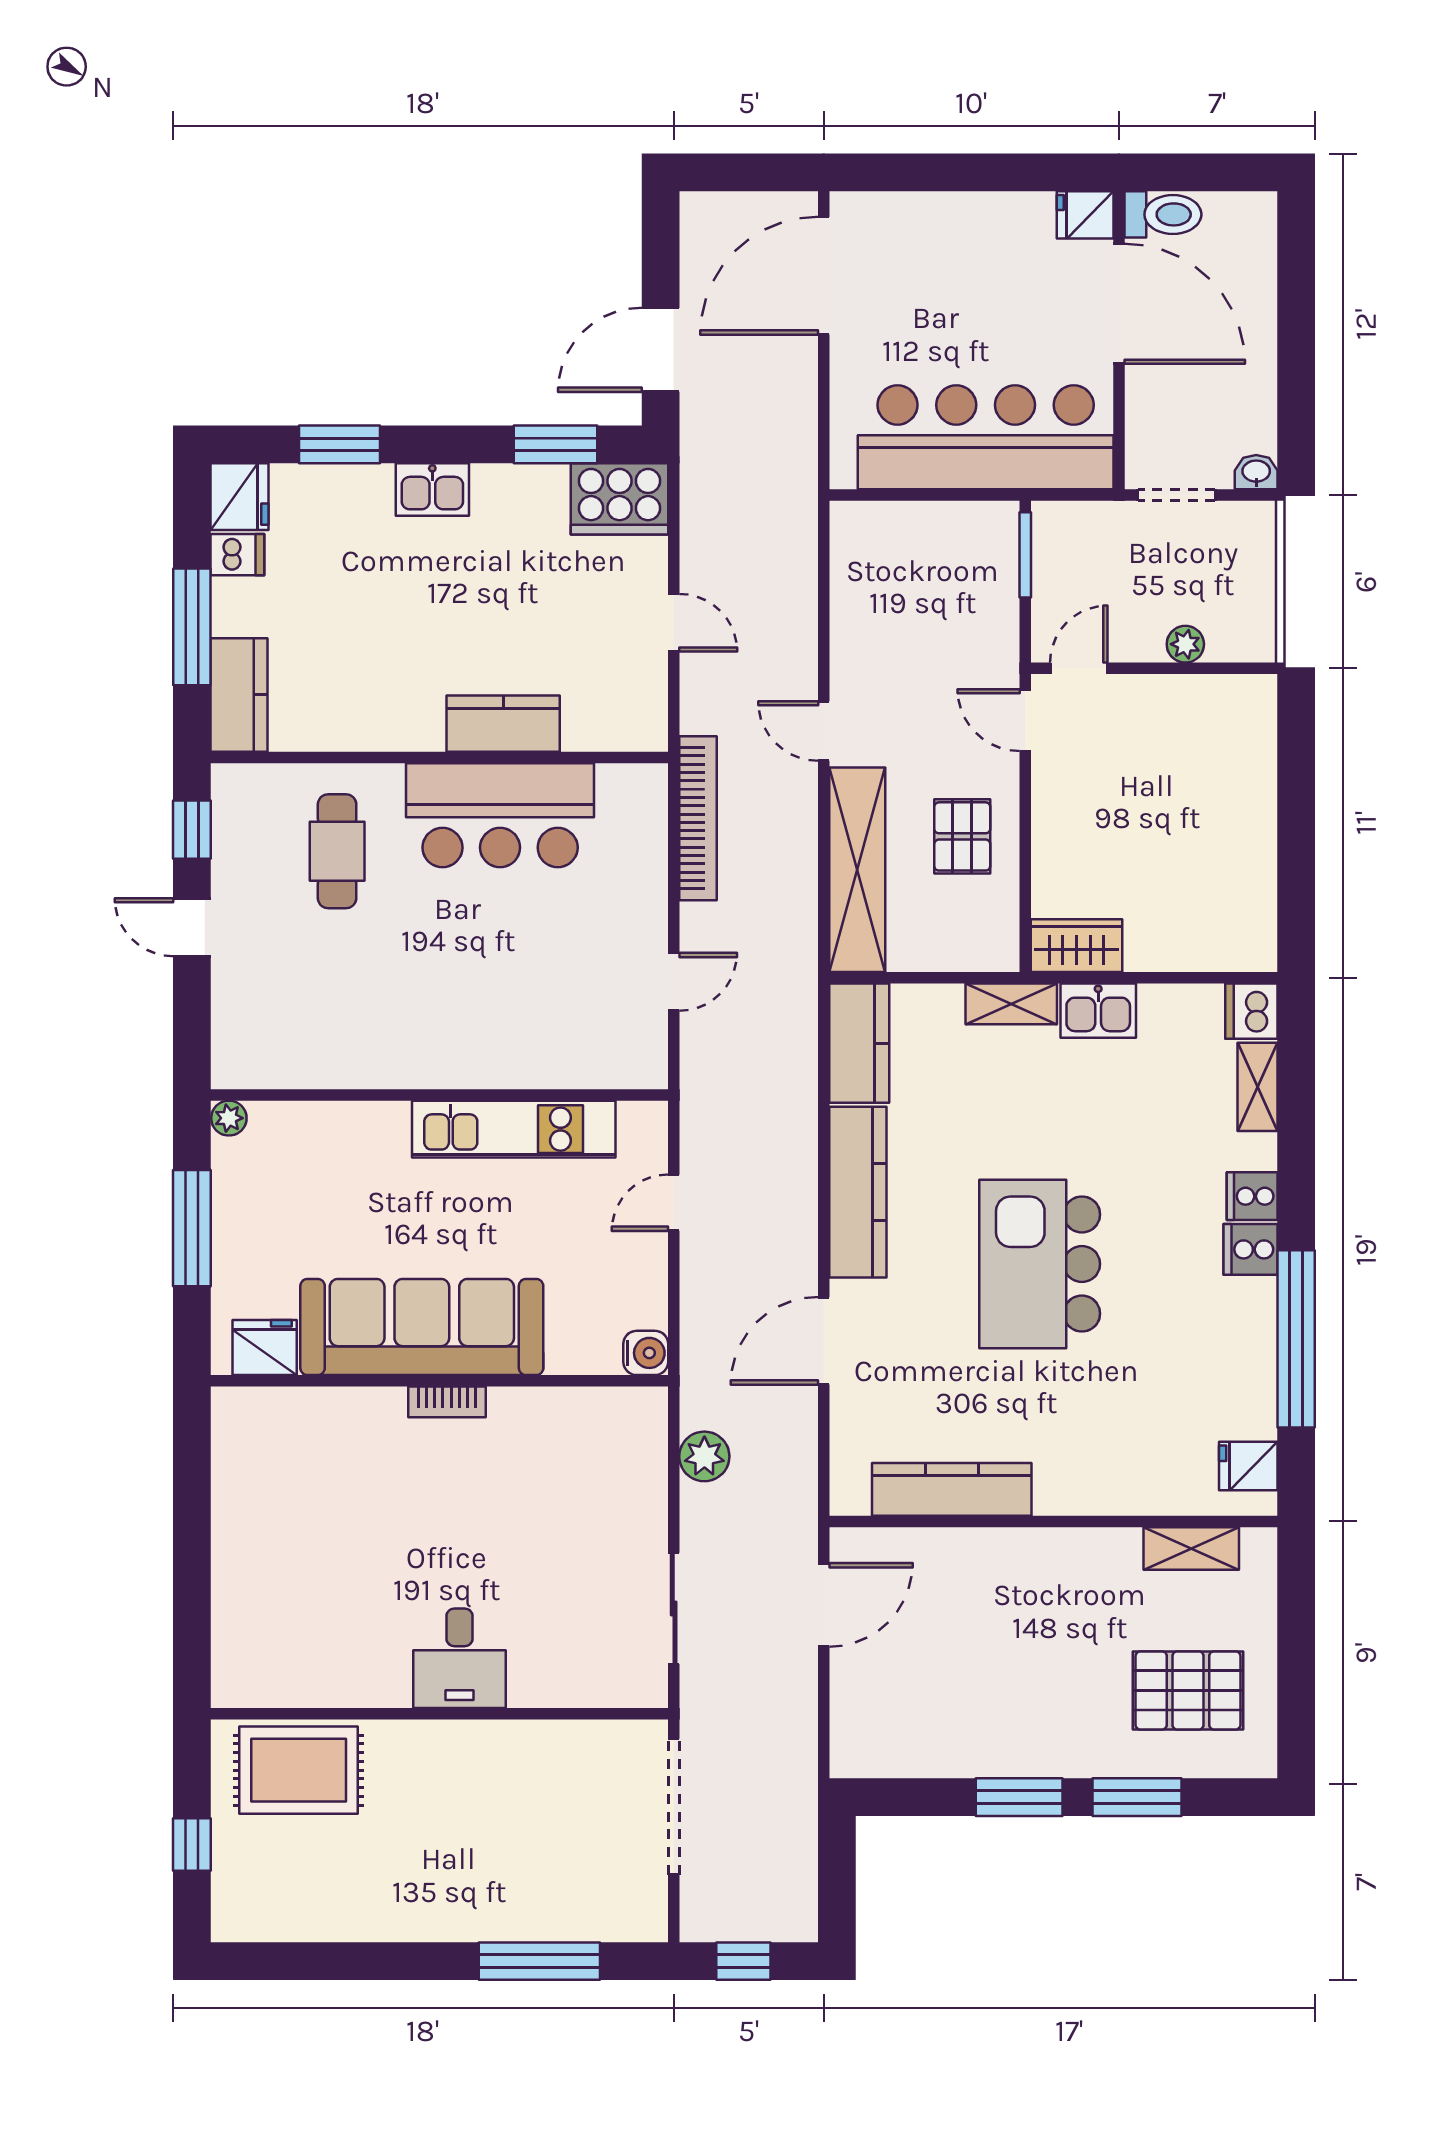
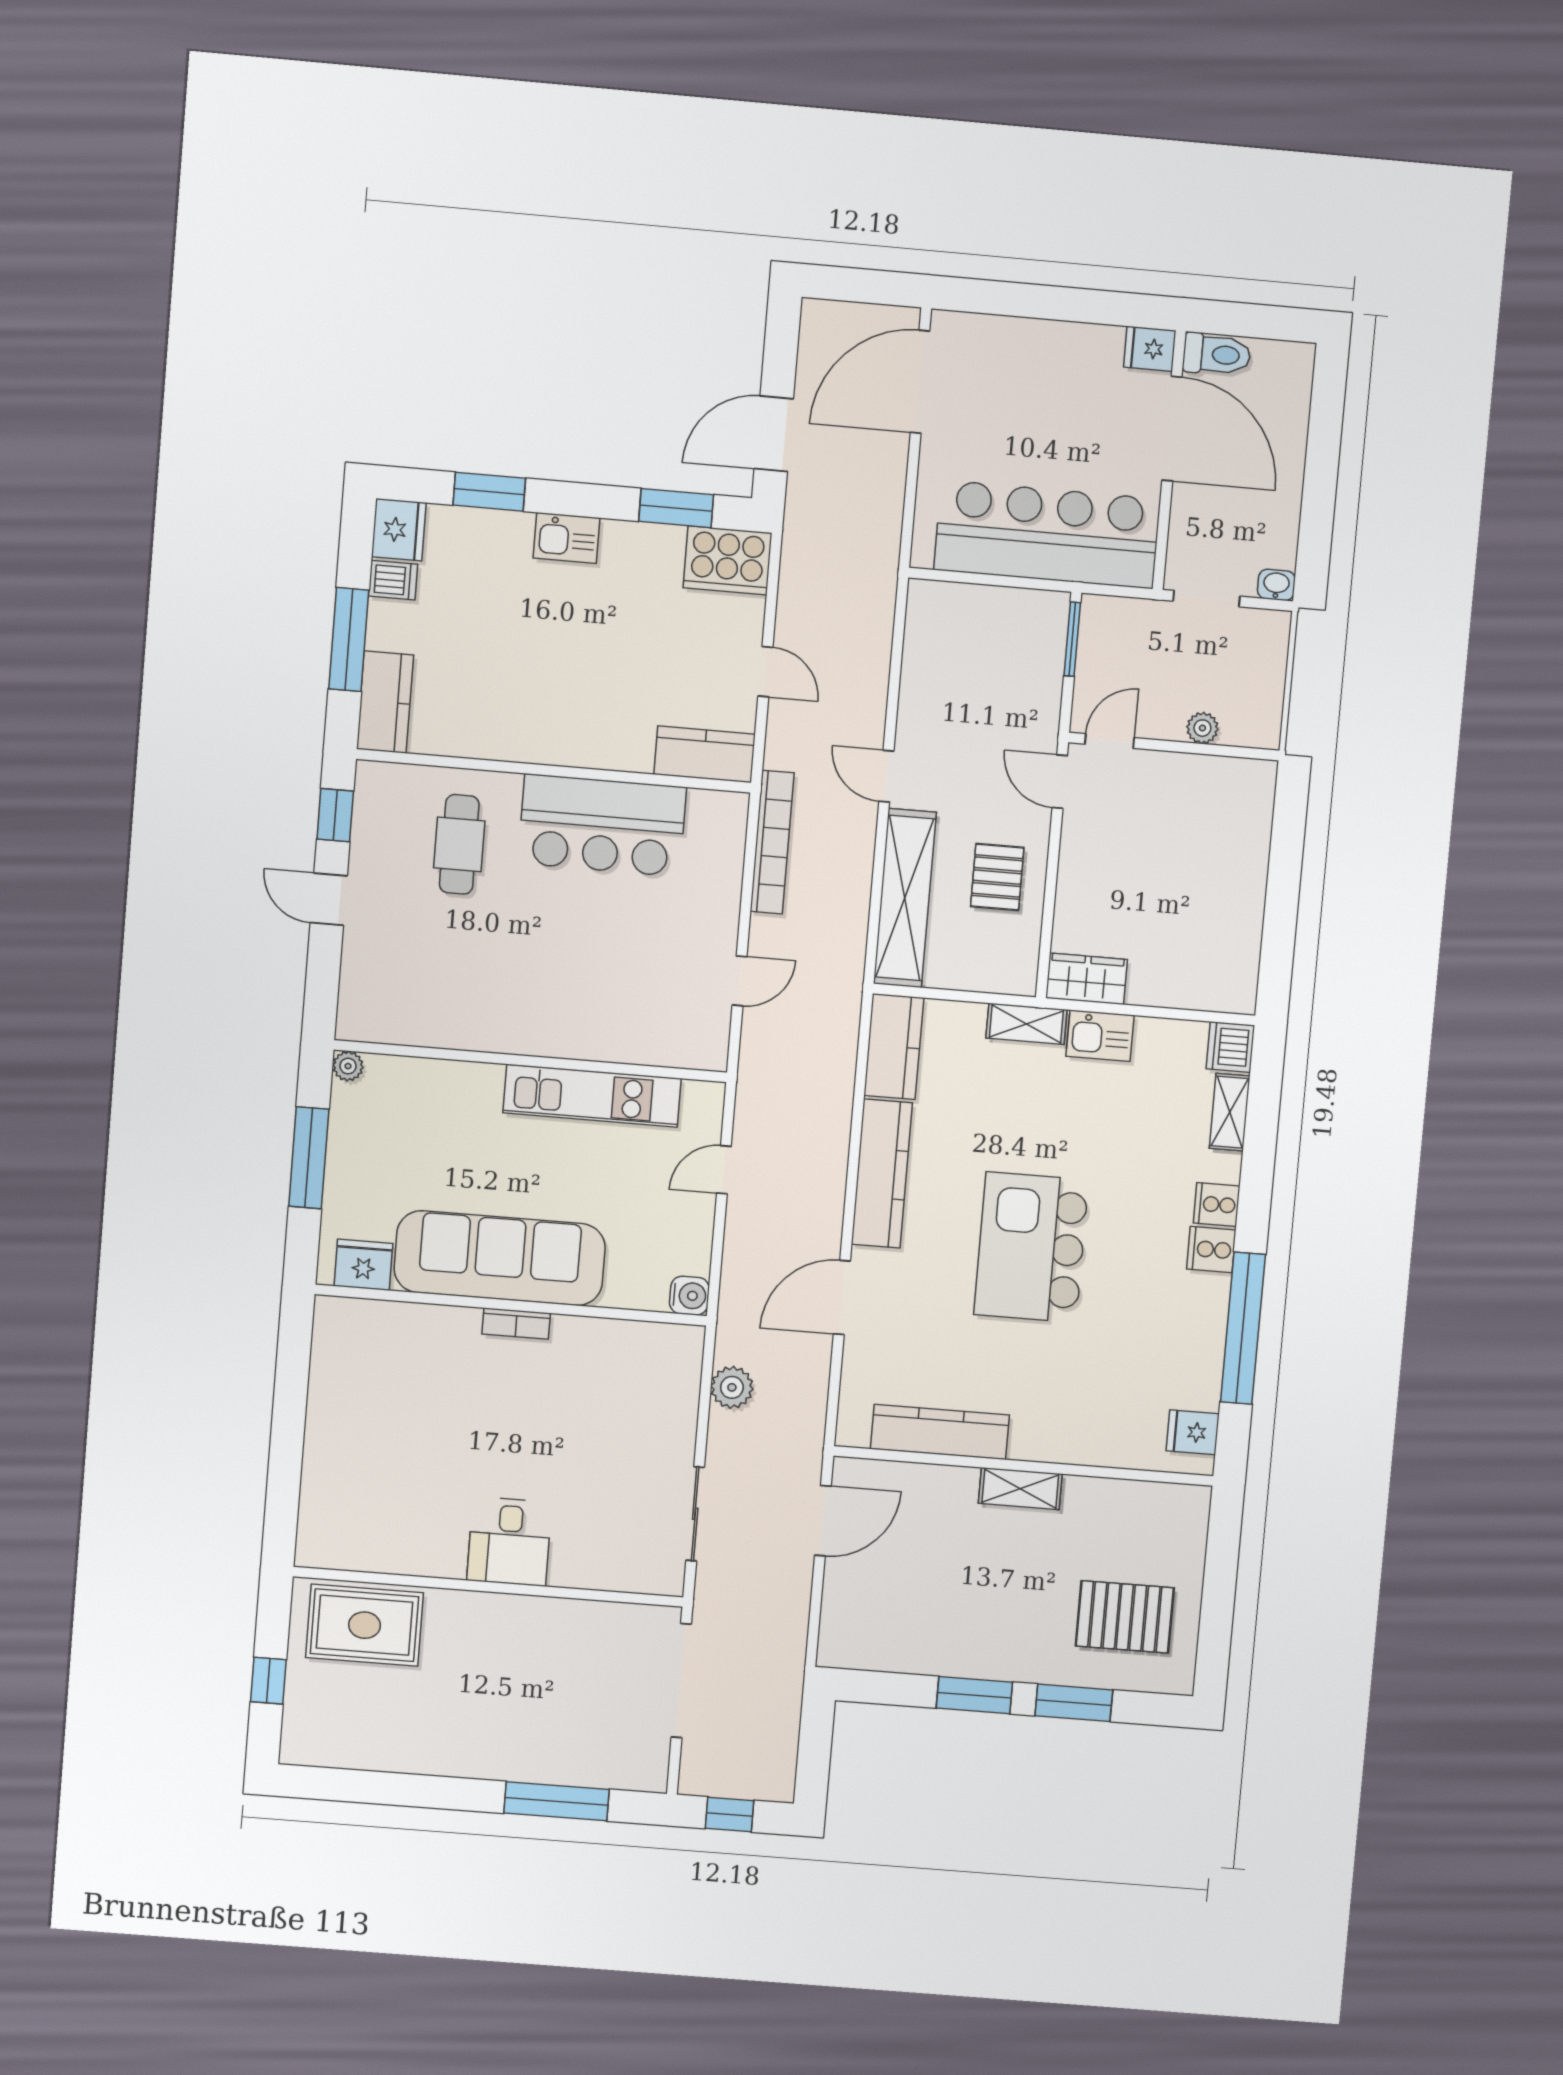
kitchen counter: (503, 724) -> (705, 754), moved
shelving: (1191, 1548) -> (1020, 1489), moved

